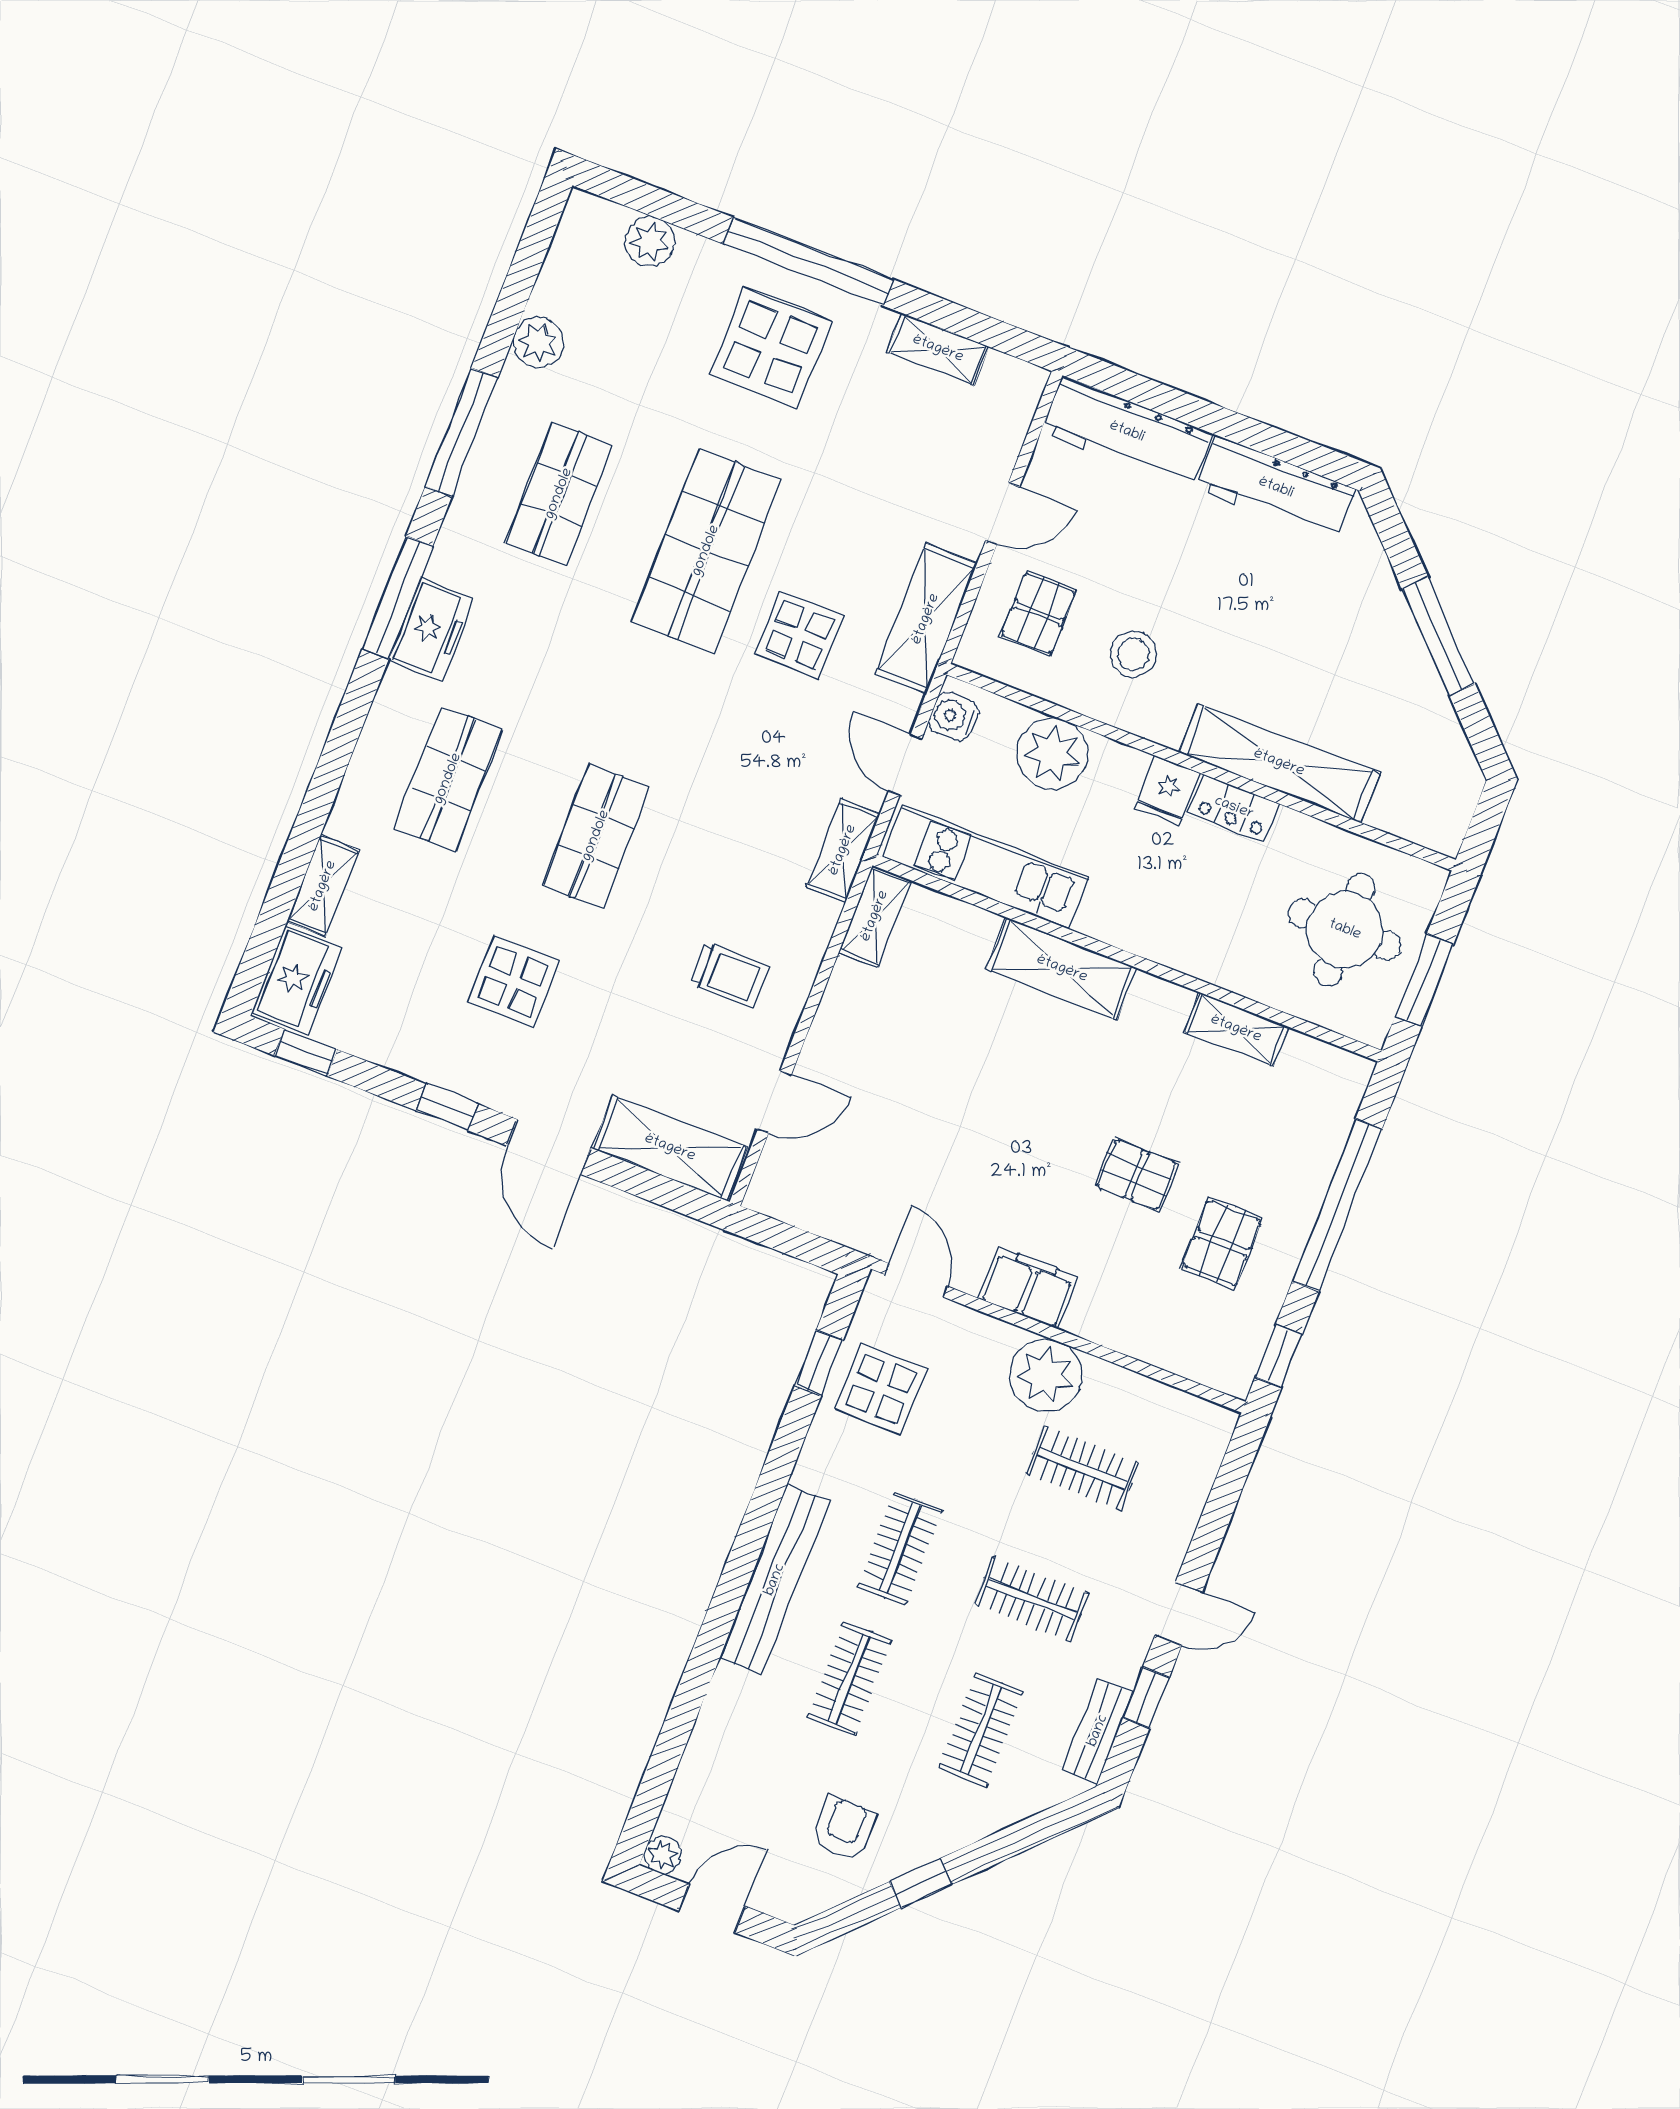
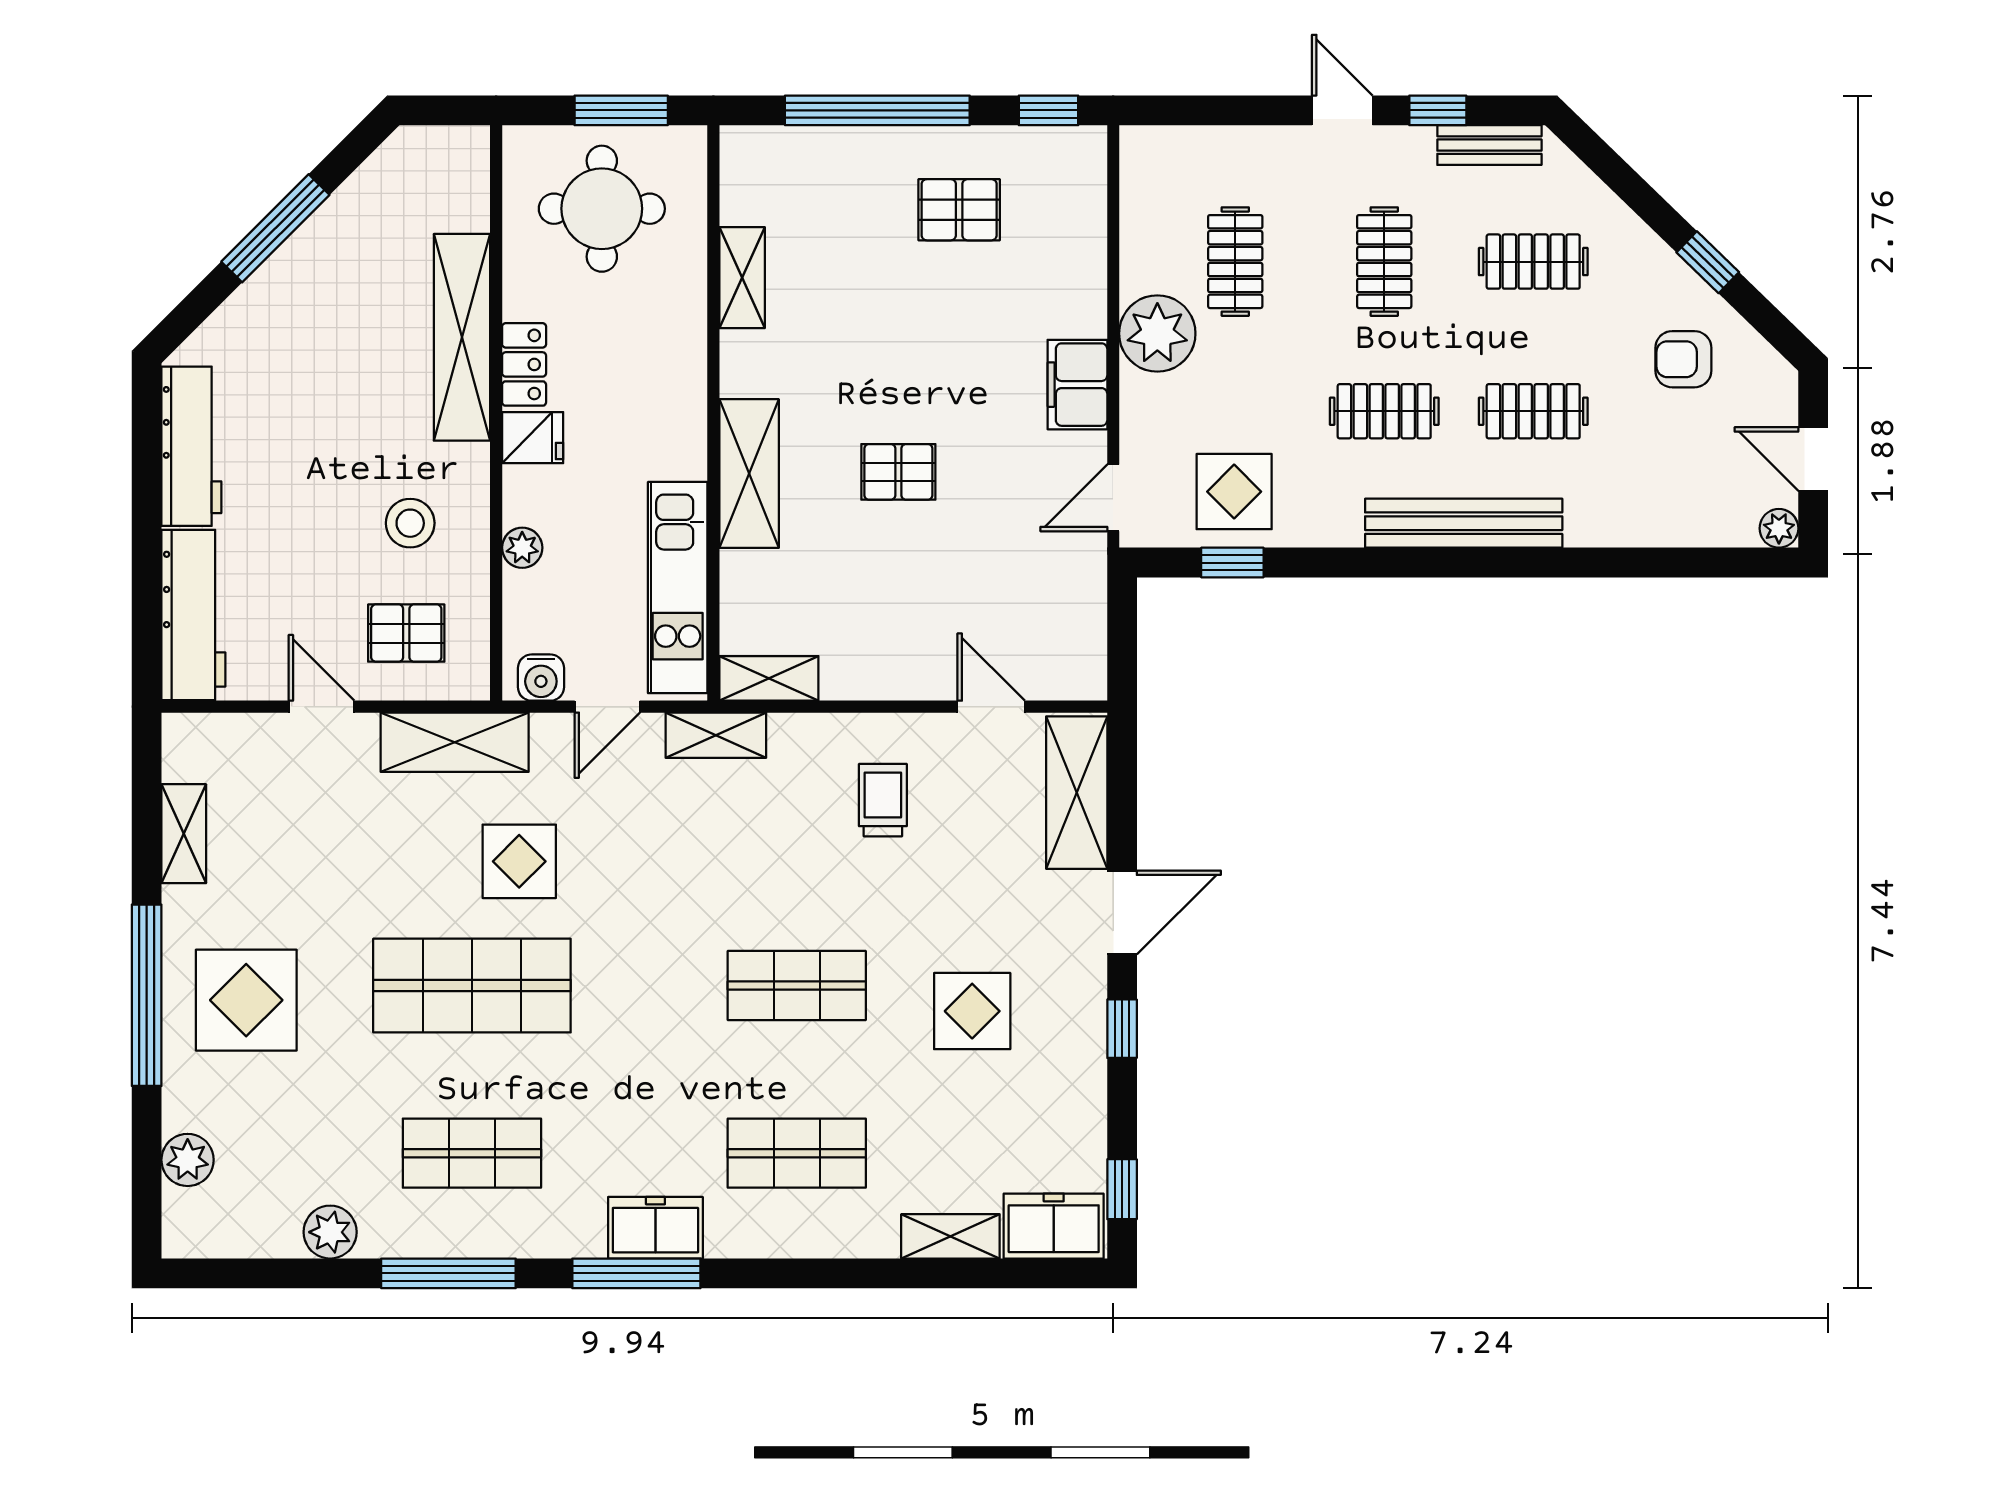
plant: (1052, 754) -> (522, 548), width x0.53, depth x0.53
pallet: (1137, 1175) -> (898, 472), moved, turned 90

